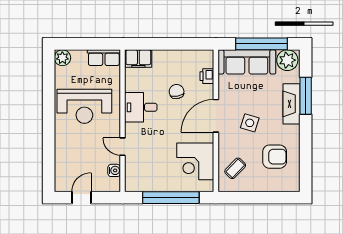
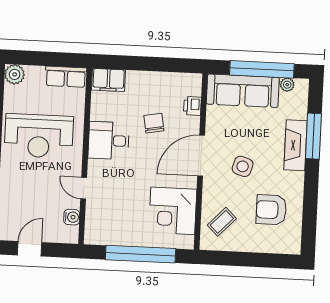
plant: (287, 60) -> (287, 85), width x0.53, depth x0.53
armchair: (275, 157) -> (271, 210), turned 180

